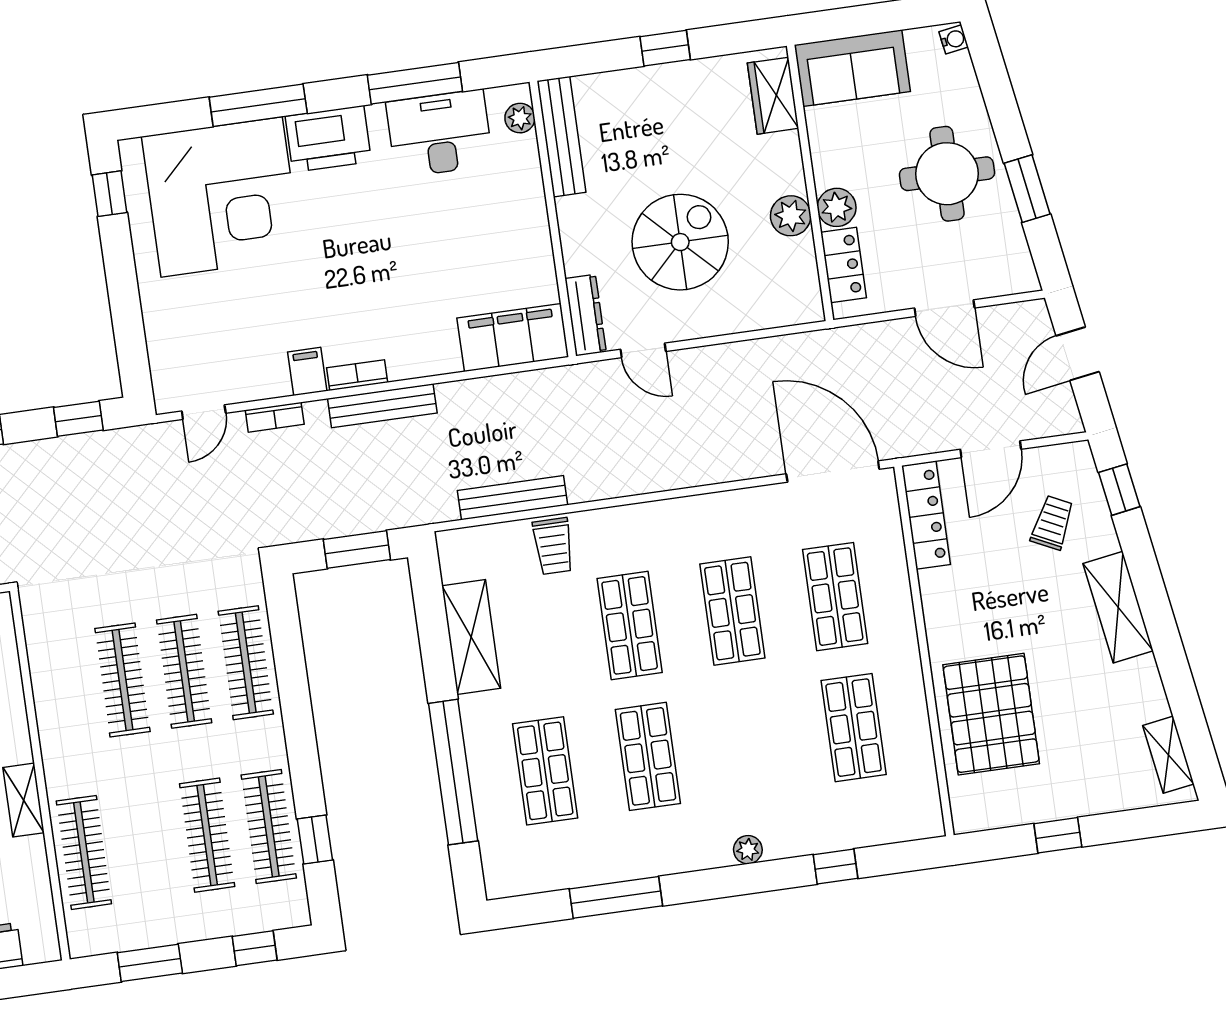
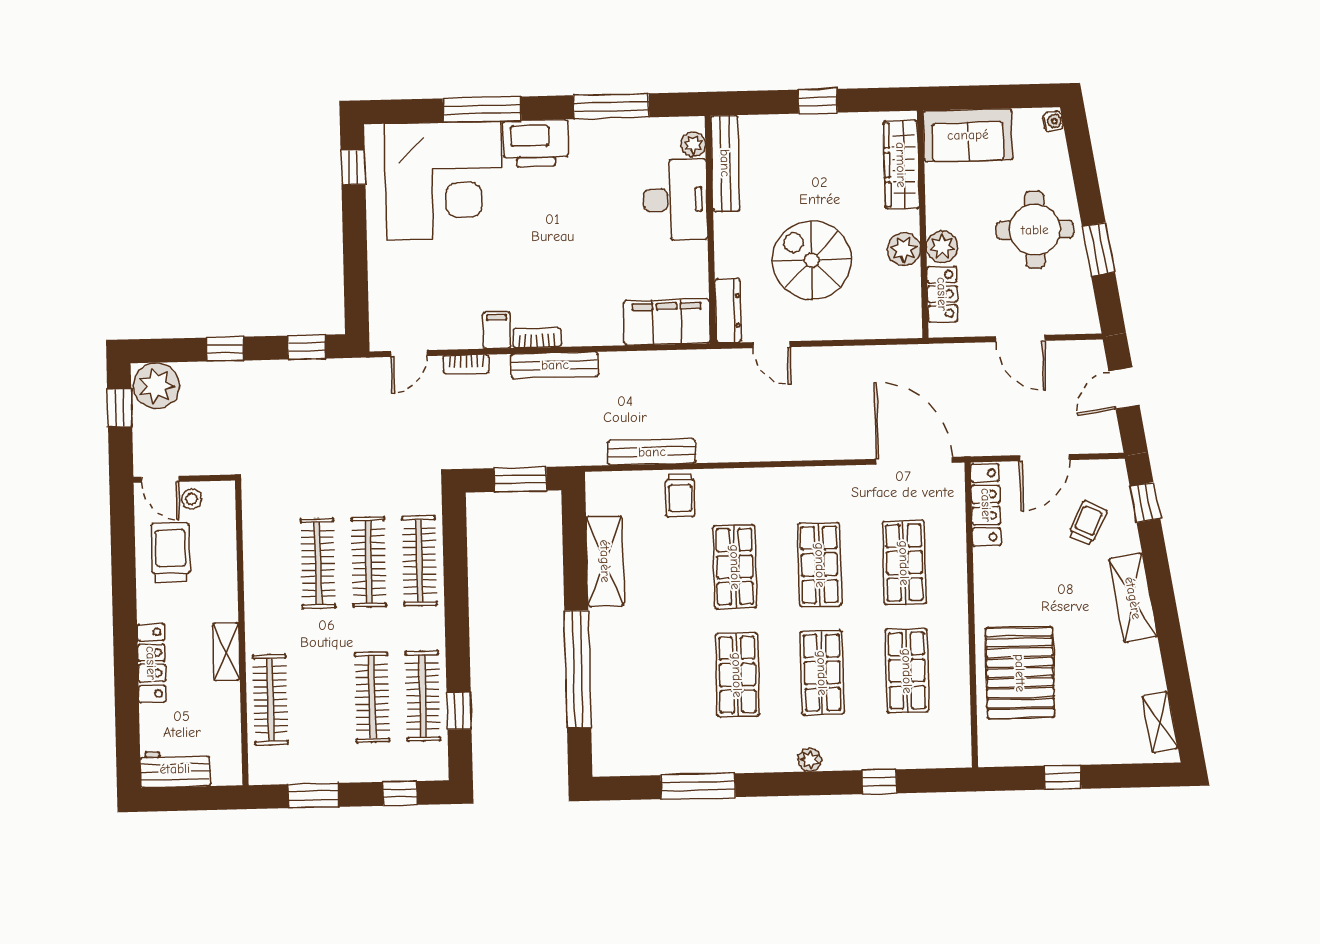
wardrobe: (773, 96) -> (901, 165), width x1.50
desk: (440, 134) -> (675, 200), moved, turned 90
spiral stairs: (680, 242) -> (812, 260), turned -90
shop shelf: (545, 771) -> (822, 673), moved

